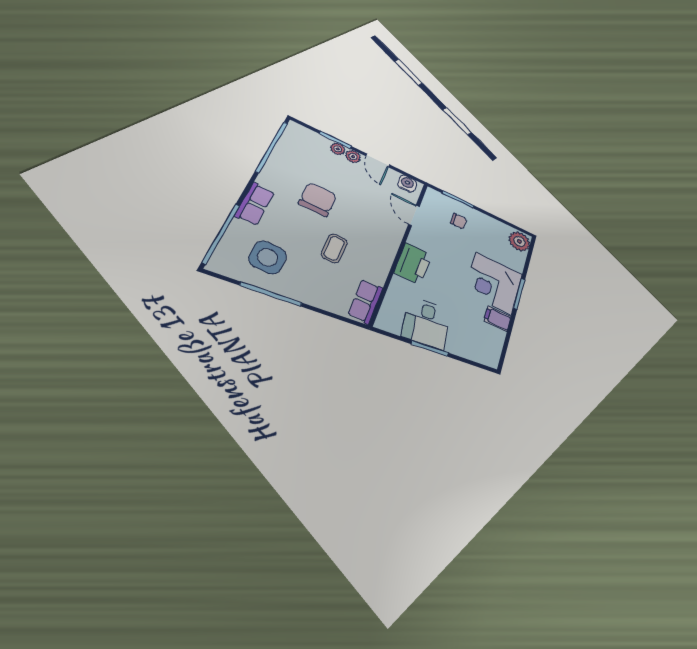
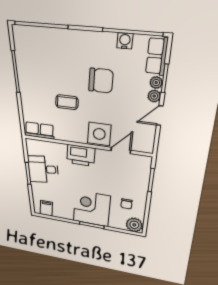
water cooler: (407, 184) -> (125, 41), moved, turned -90
row of seats: (255, 204) -> (157, 56), moved, turned 90
chair: (459, 221) -> (127, 204), moved
side table: (268, 257) -> (99, 134), moved
filing cabinet: (498, 319) -> (46, 208), moved

